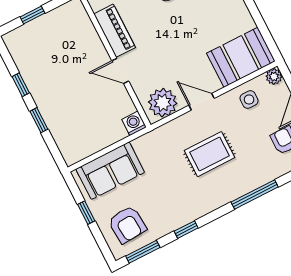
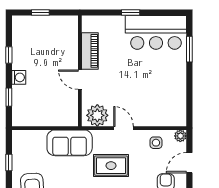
booth: (241, 57) -> (165, 112), removed
window: (39, 120) -> (9, 97), moved
washing machine: (134, 123) -> (19, 77), moved, turned 90
sofa: (110, 171) -> (70, 143), moved

